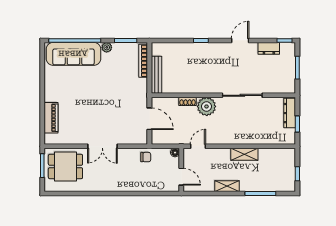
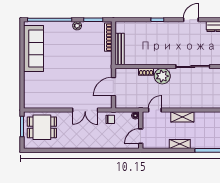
sofa: (73, 54) -> (34, 49), moved, turned -90
piano: (51, 118) -> (30, 86), removed
door: (149, 119) -> (113, 87), swing flipped
double door: (102, 146) -> (85, 110), moved
shelving: (244, 154) -> (182, 117), moved
door: (181, 177) -> (141, 136), swing flipped

